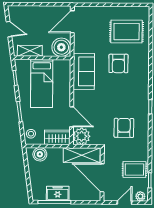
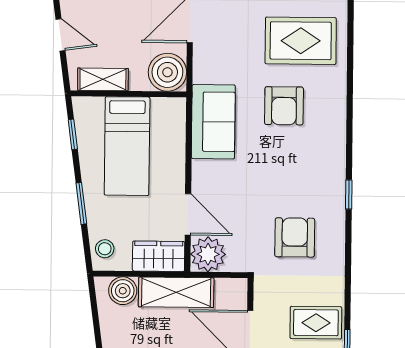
shelving: (82, 155) -> (176, 292), moved

